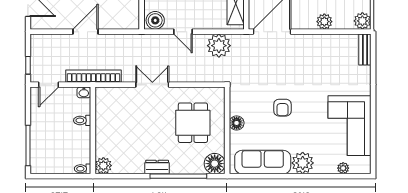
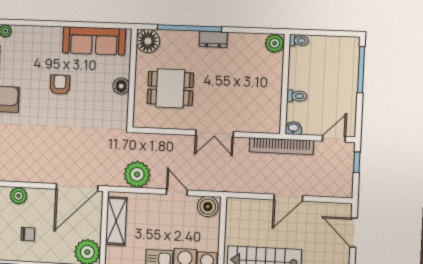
armchair: (282, 108) -> (60, 85), moved
dining table: (193, 123) -> (170, 88), turned 90
plant: (303, 163) -> (50, 38), removed

